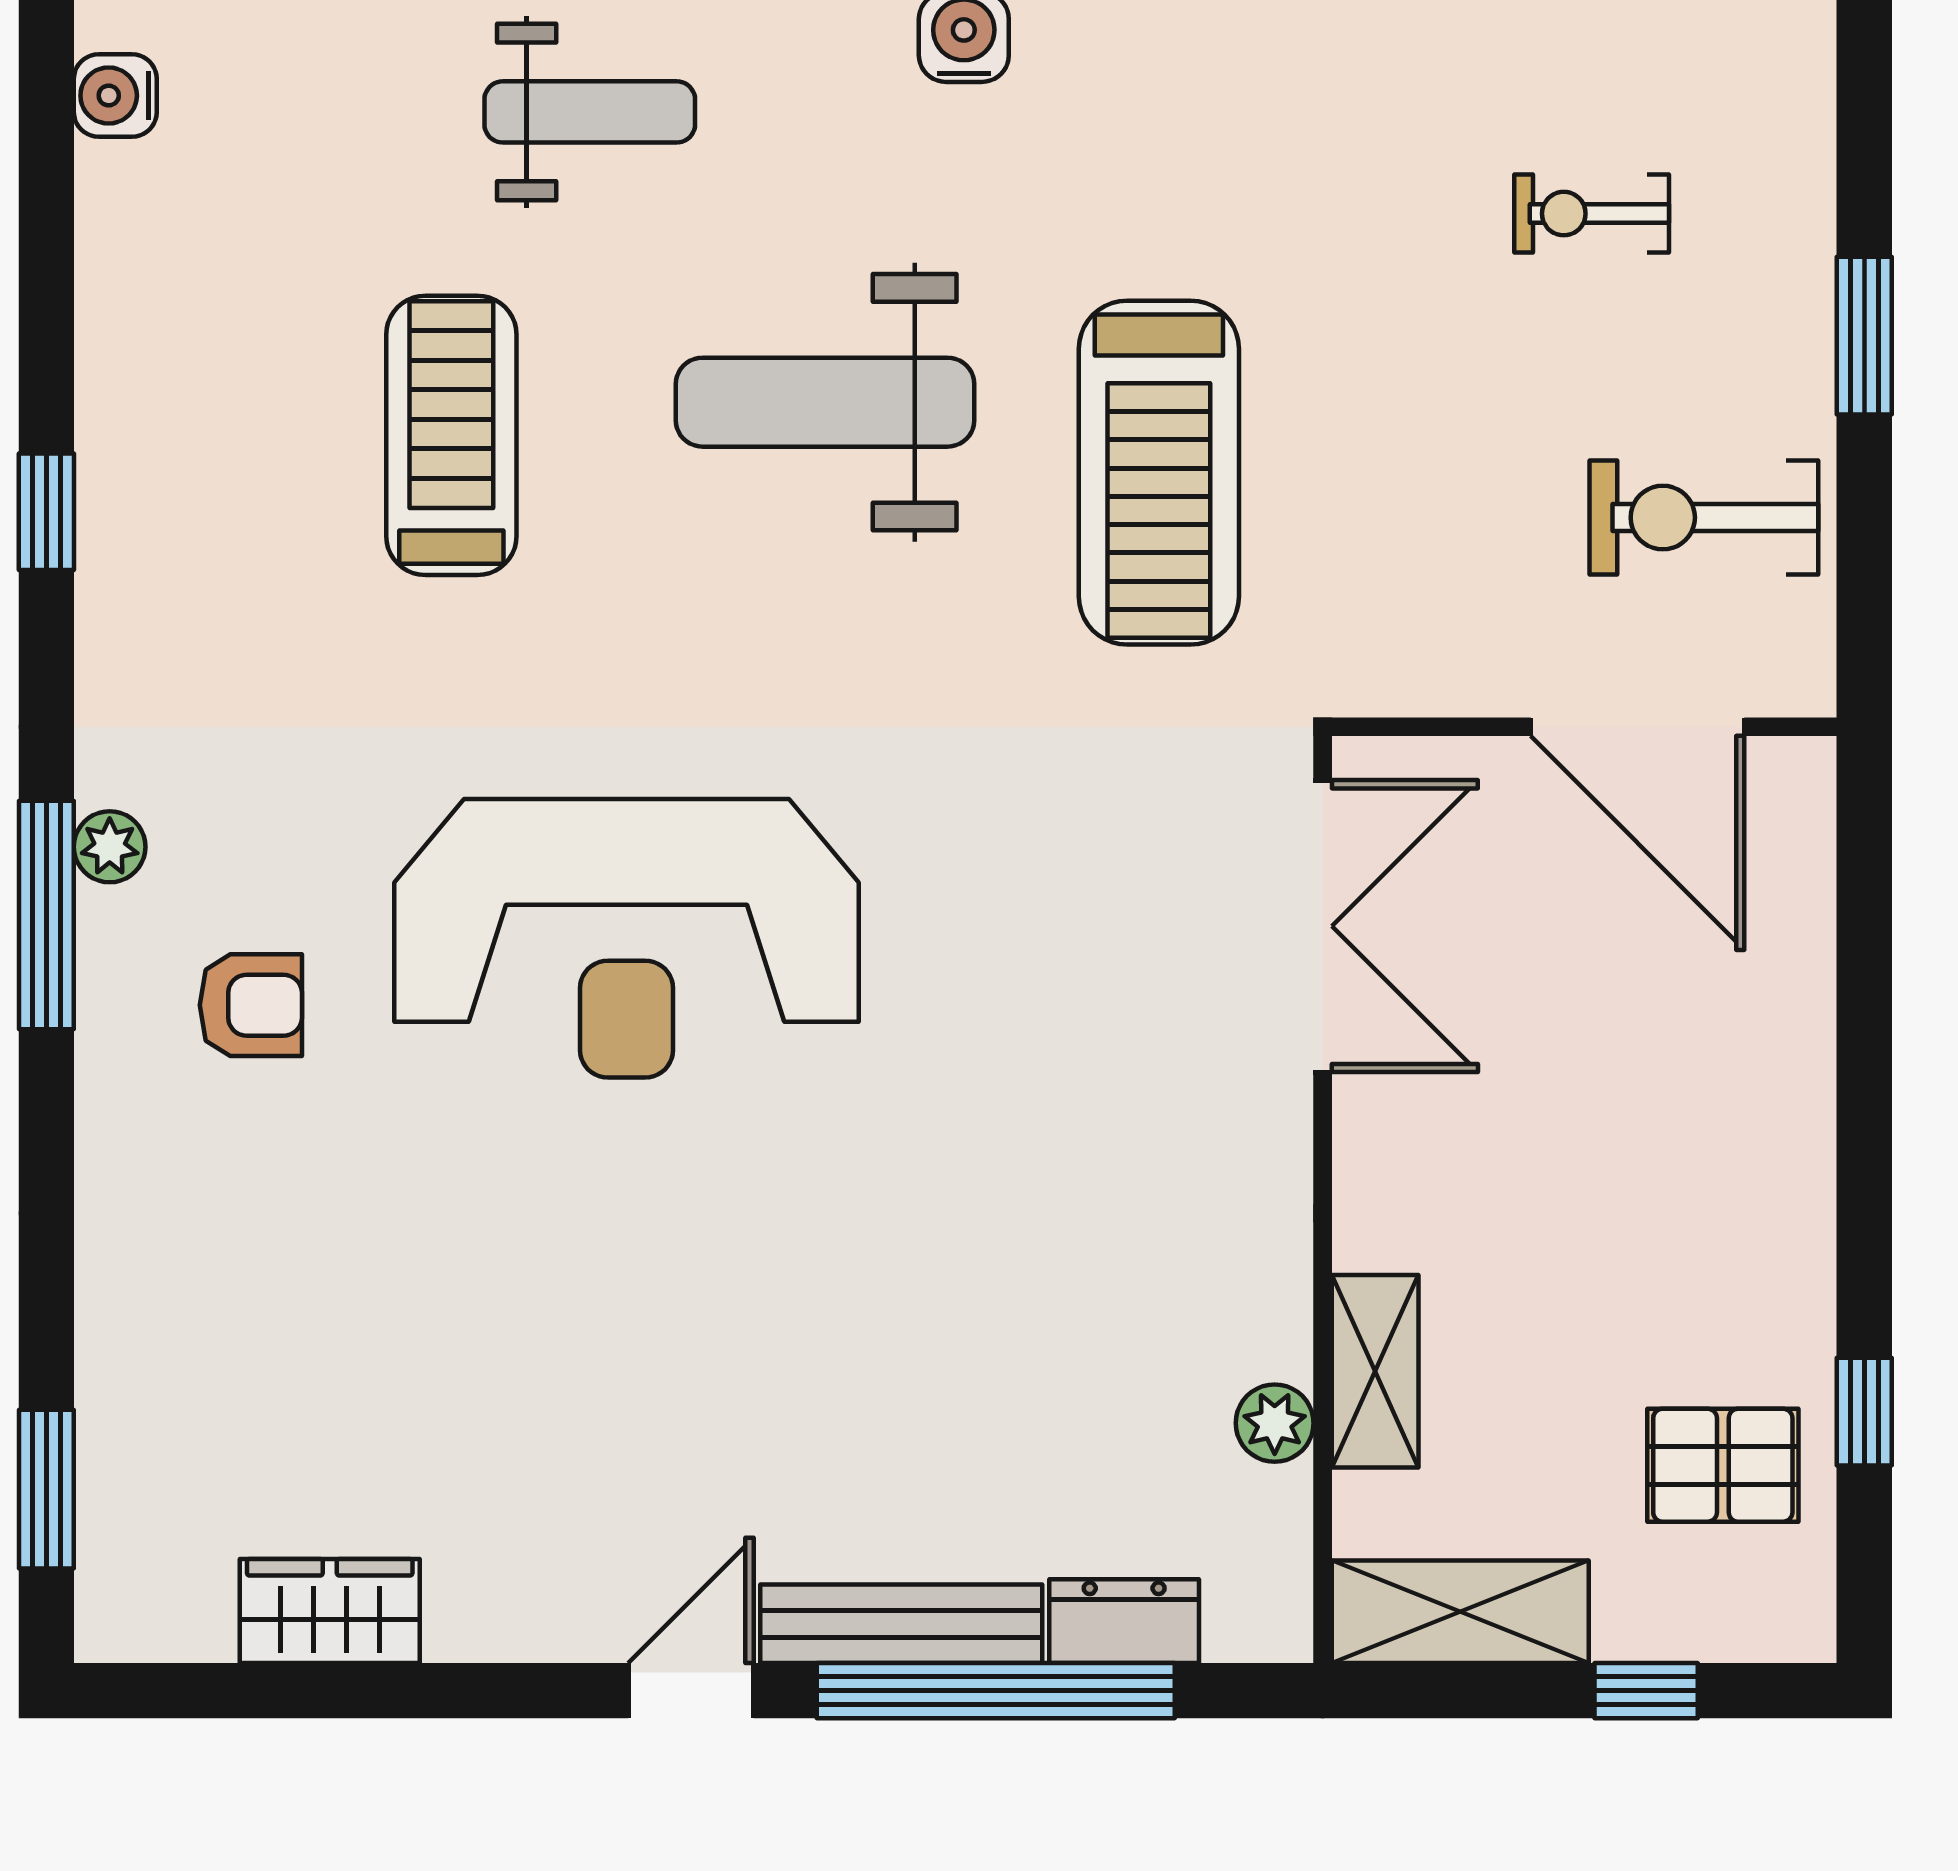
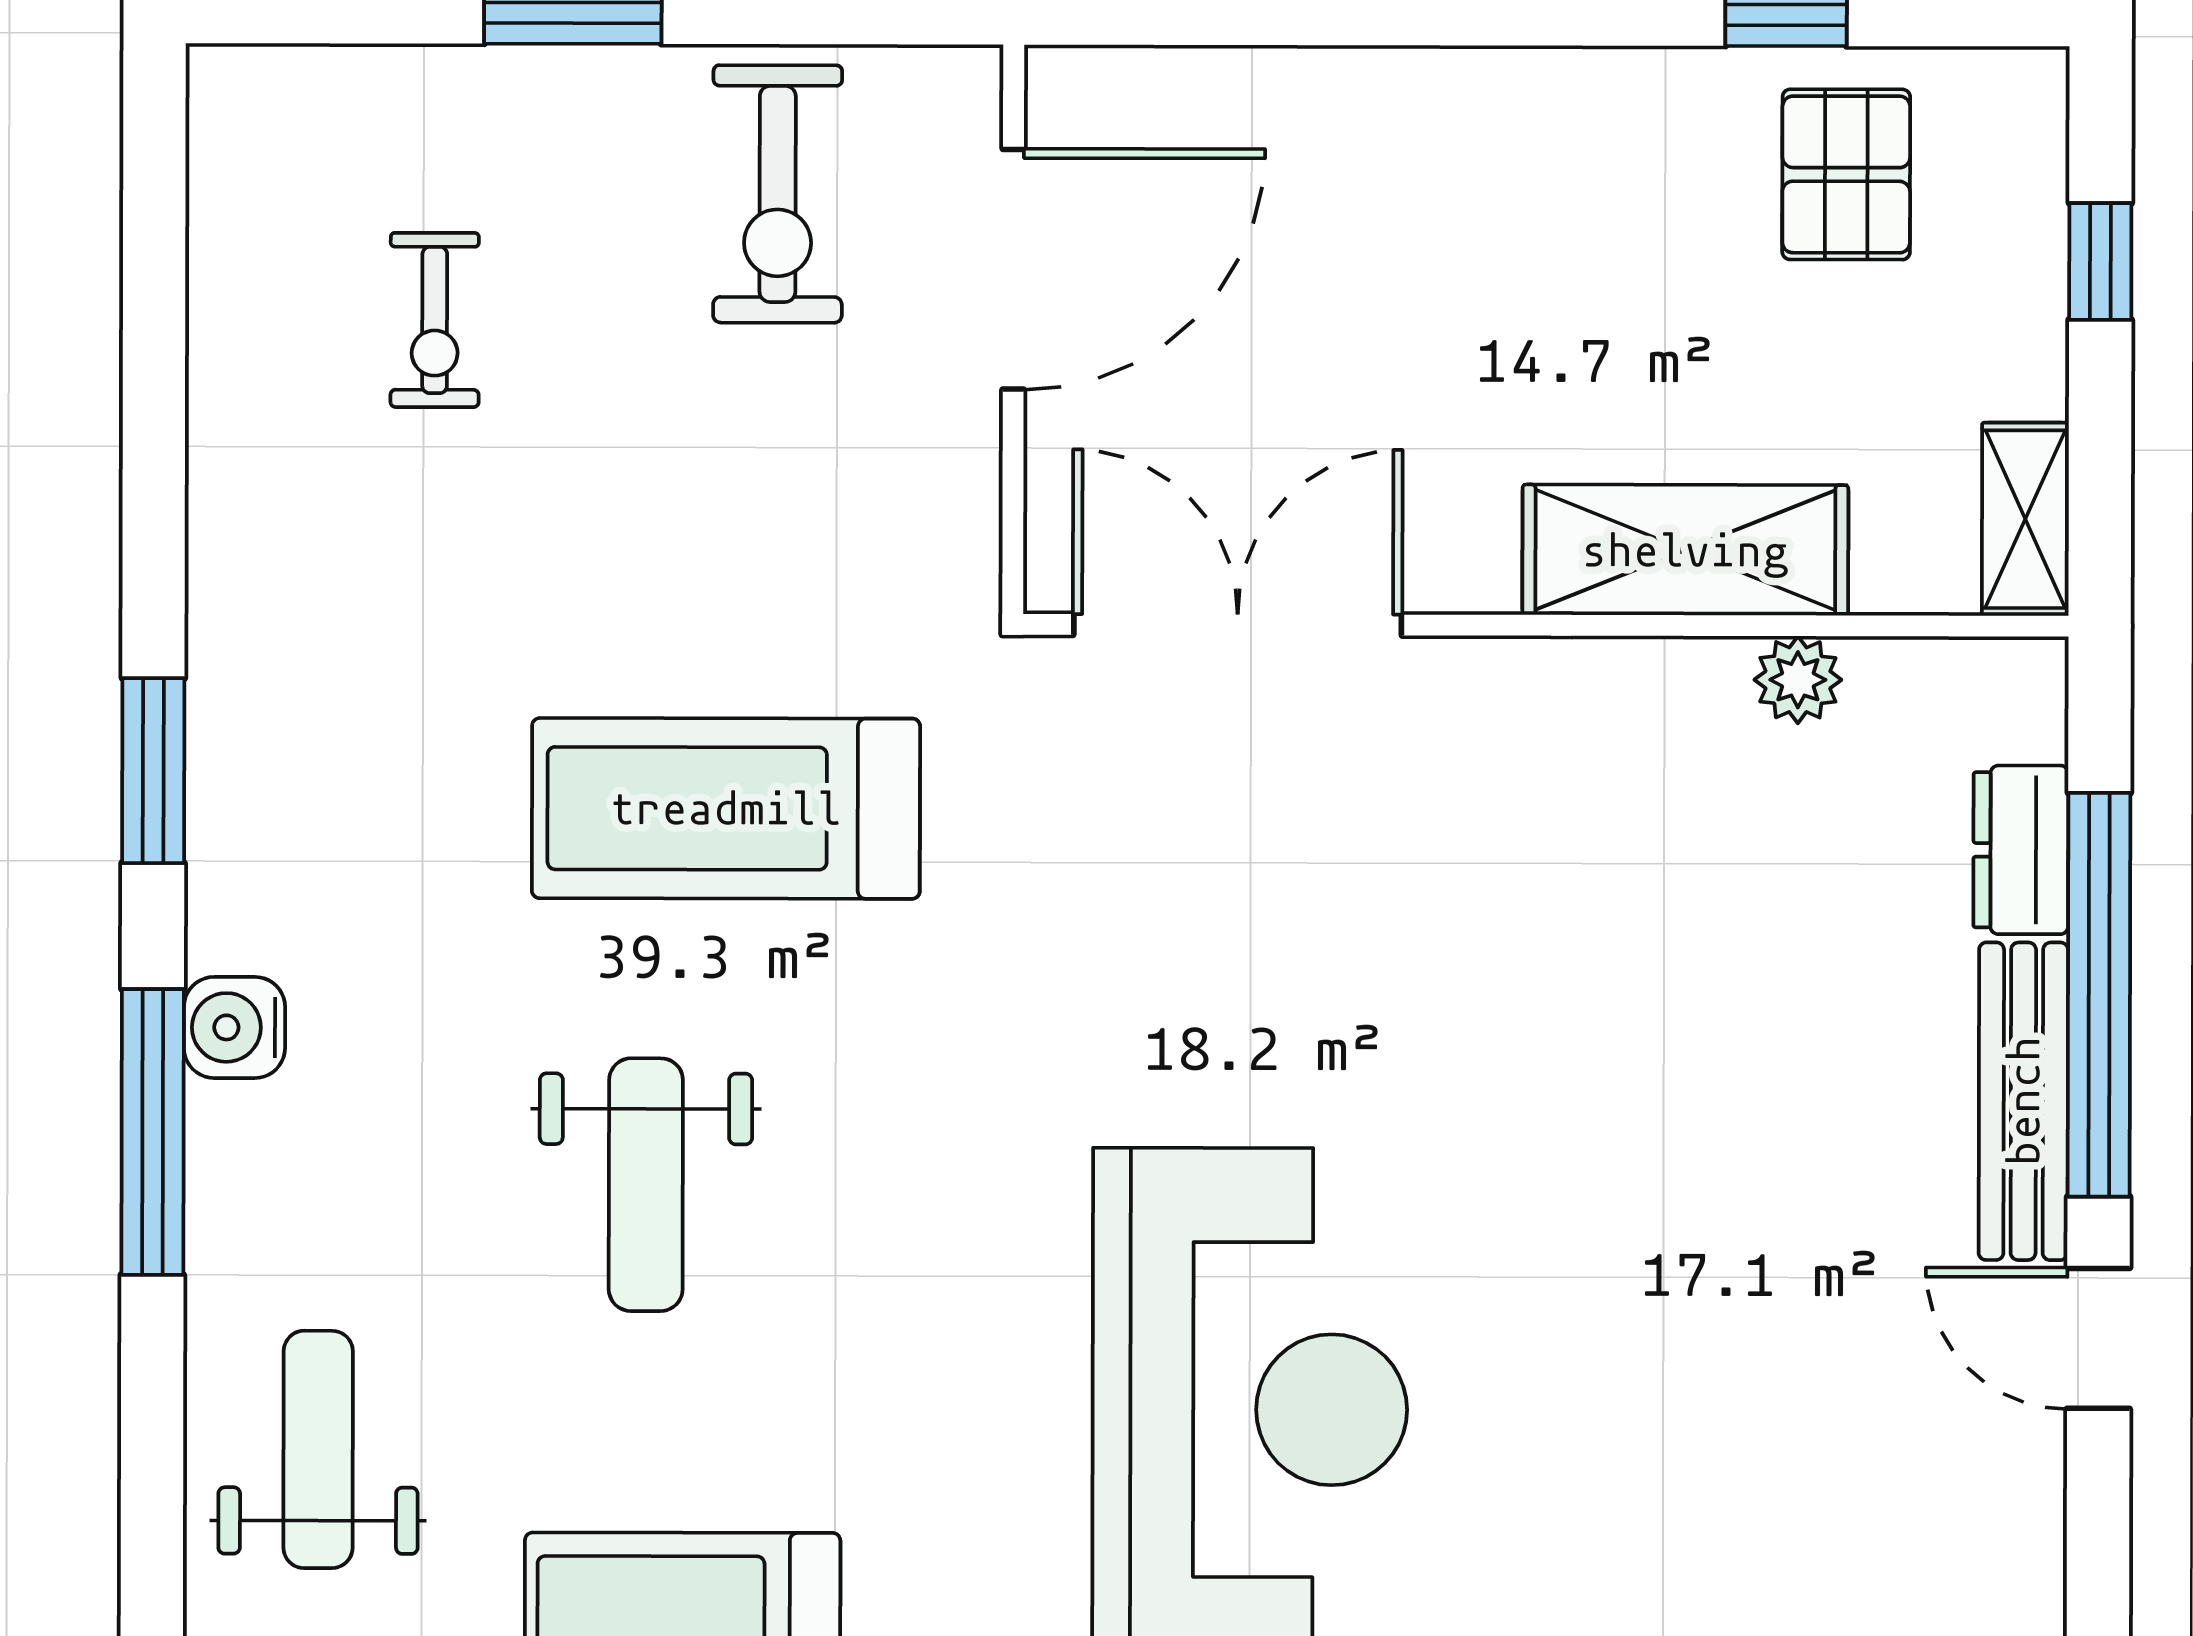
weight bench: (825, 402) -> (646, 1185), width x0.73, depth x0.75
treadmill: (1159, 473) -> (726, 808), turned 180
shelving: (1375, 1371) -> (1685, 550), width x1.50, depth x1.33
shelving: (1460, 1612) -> (2025, 519), width x0.67, depth x0.75

